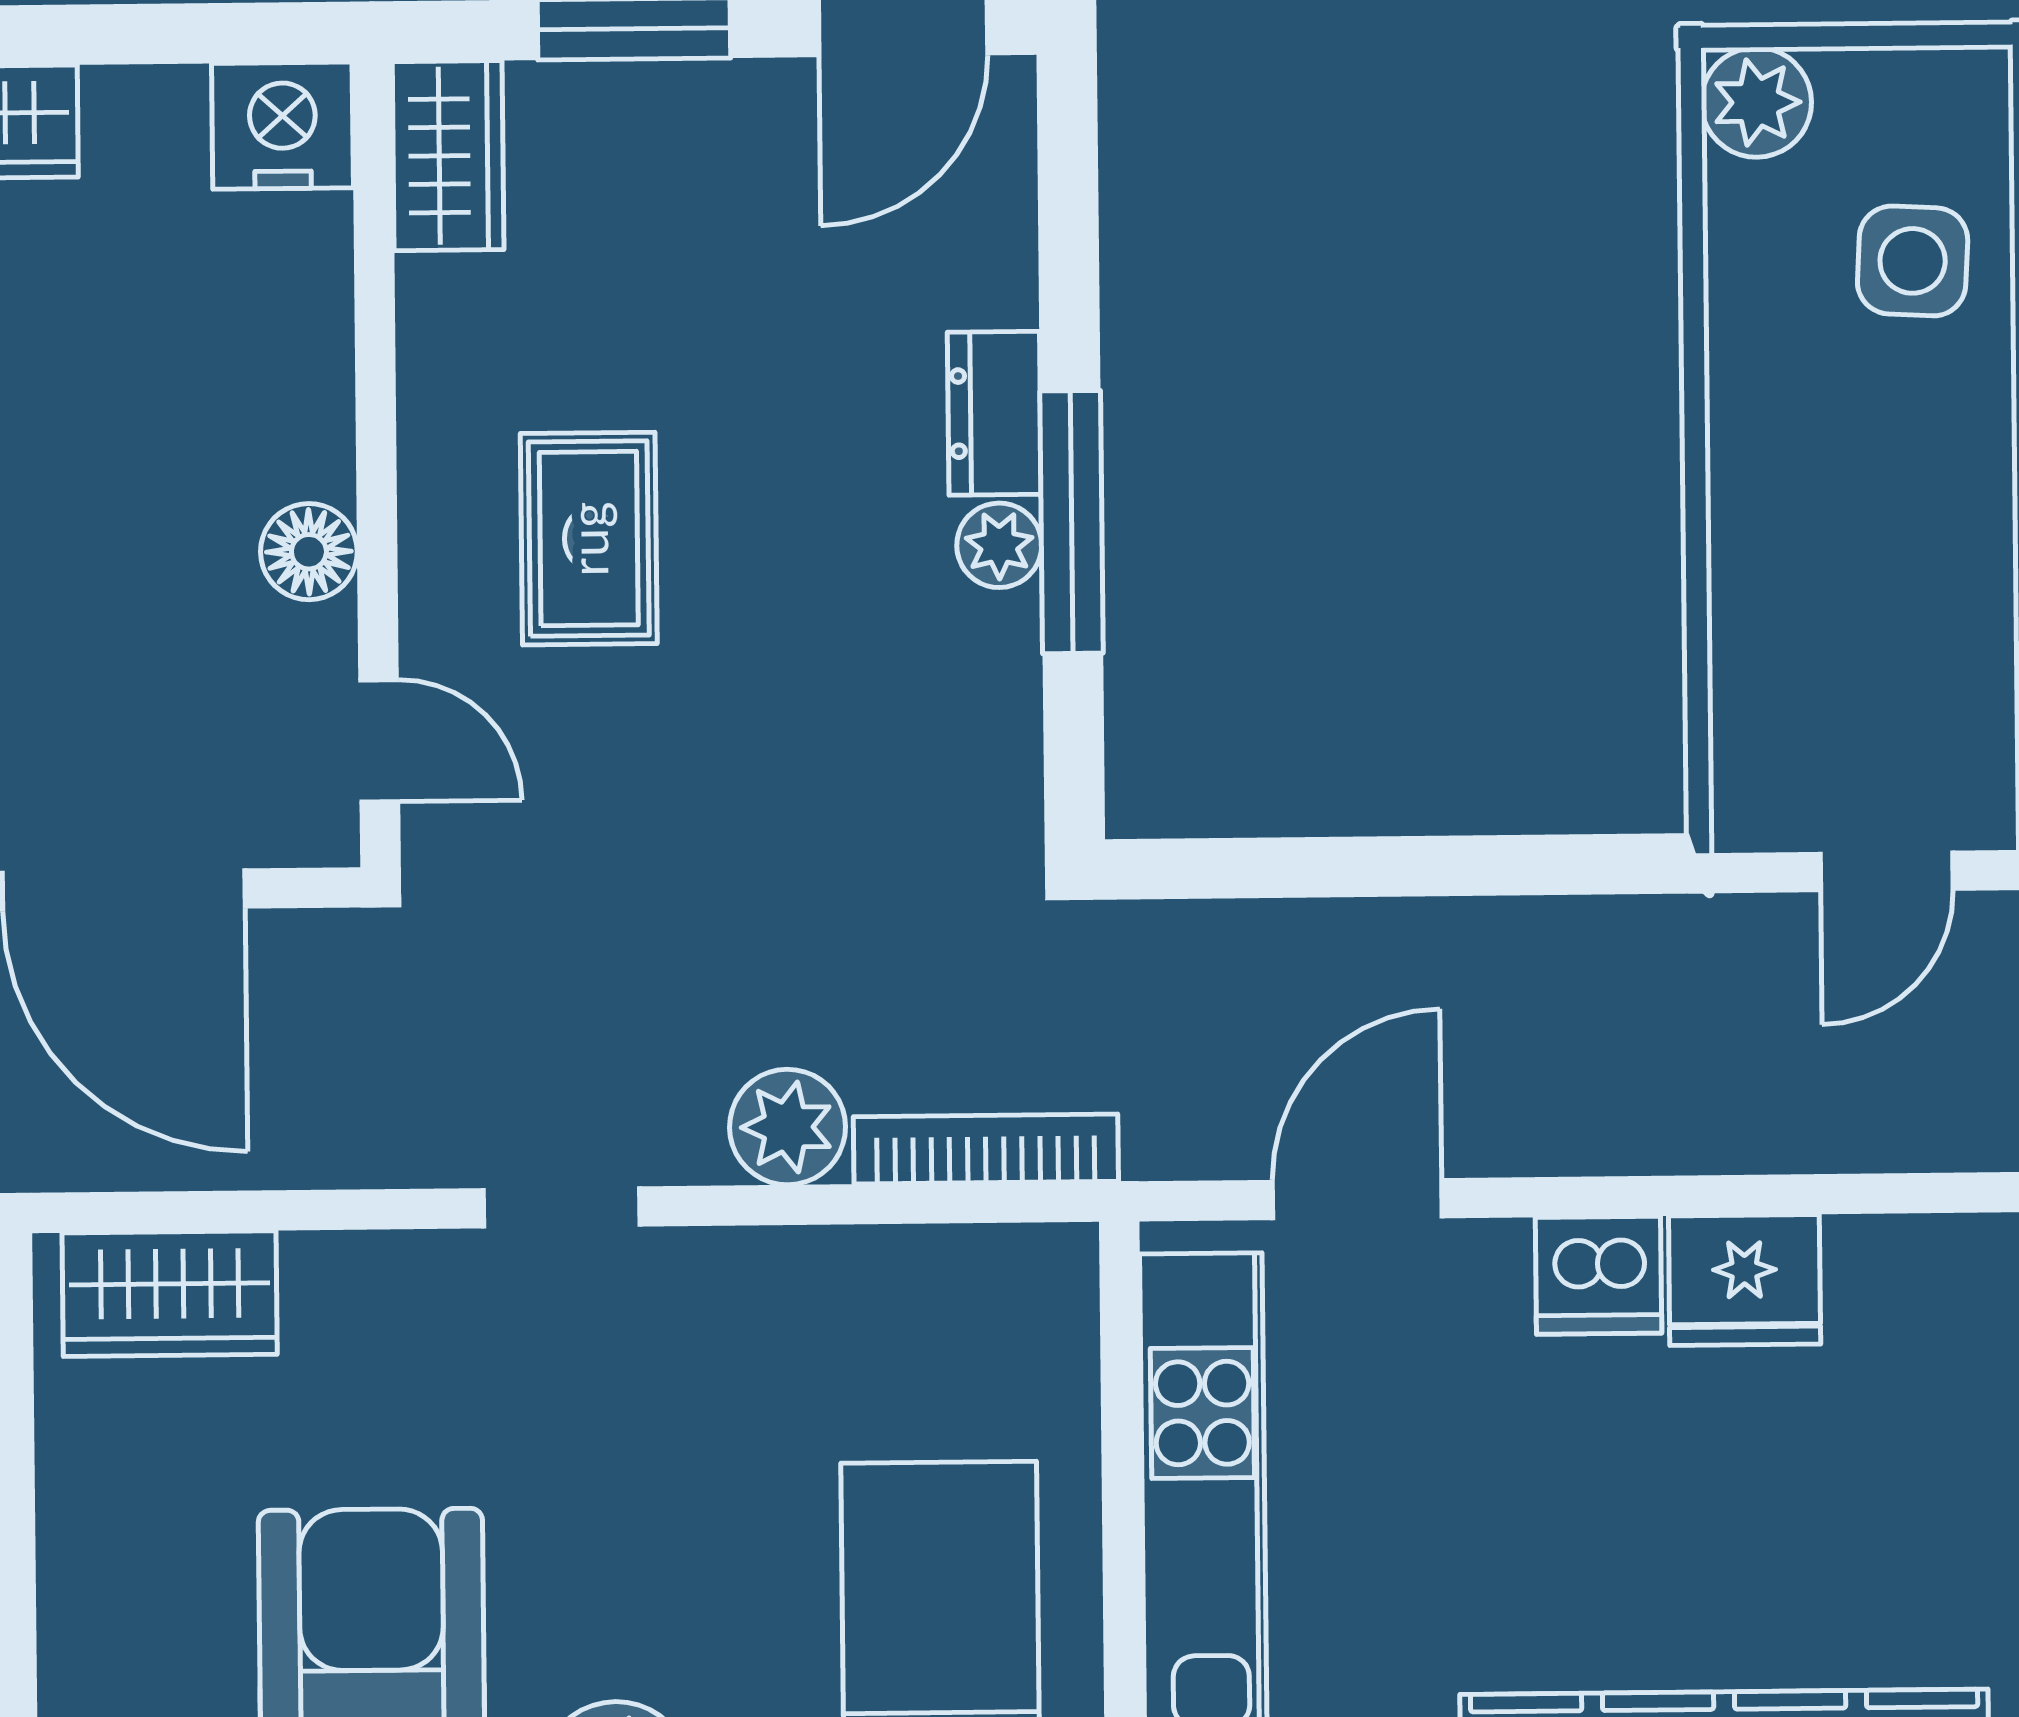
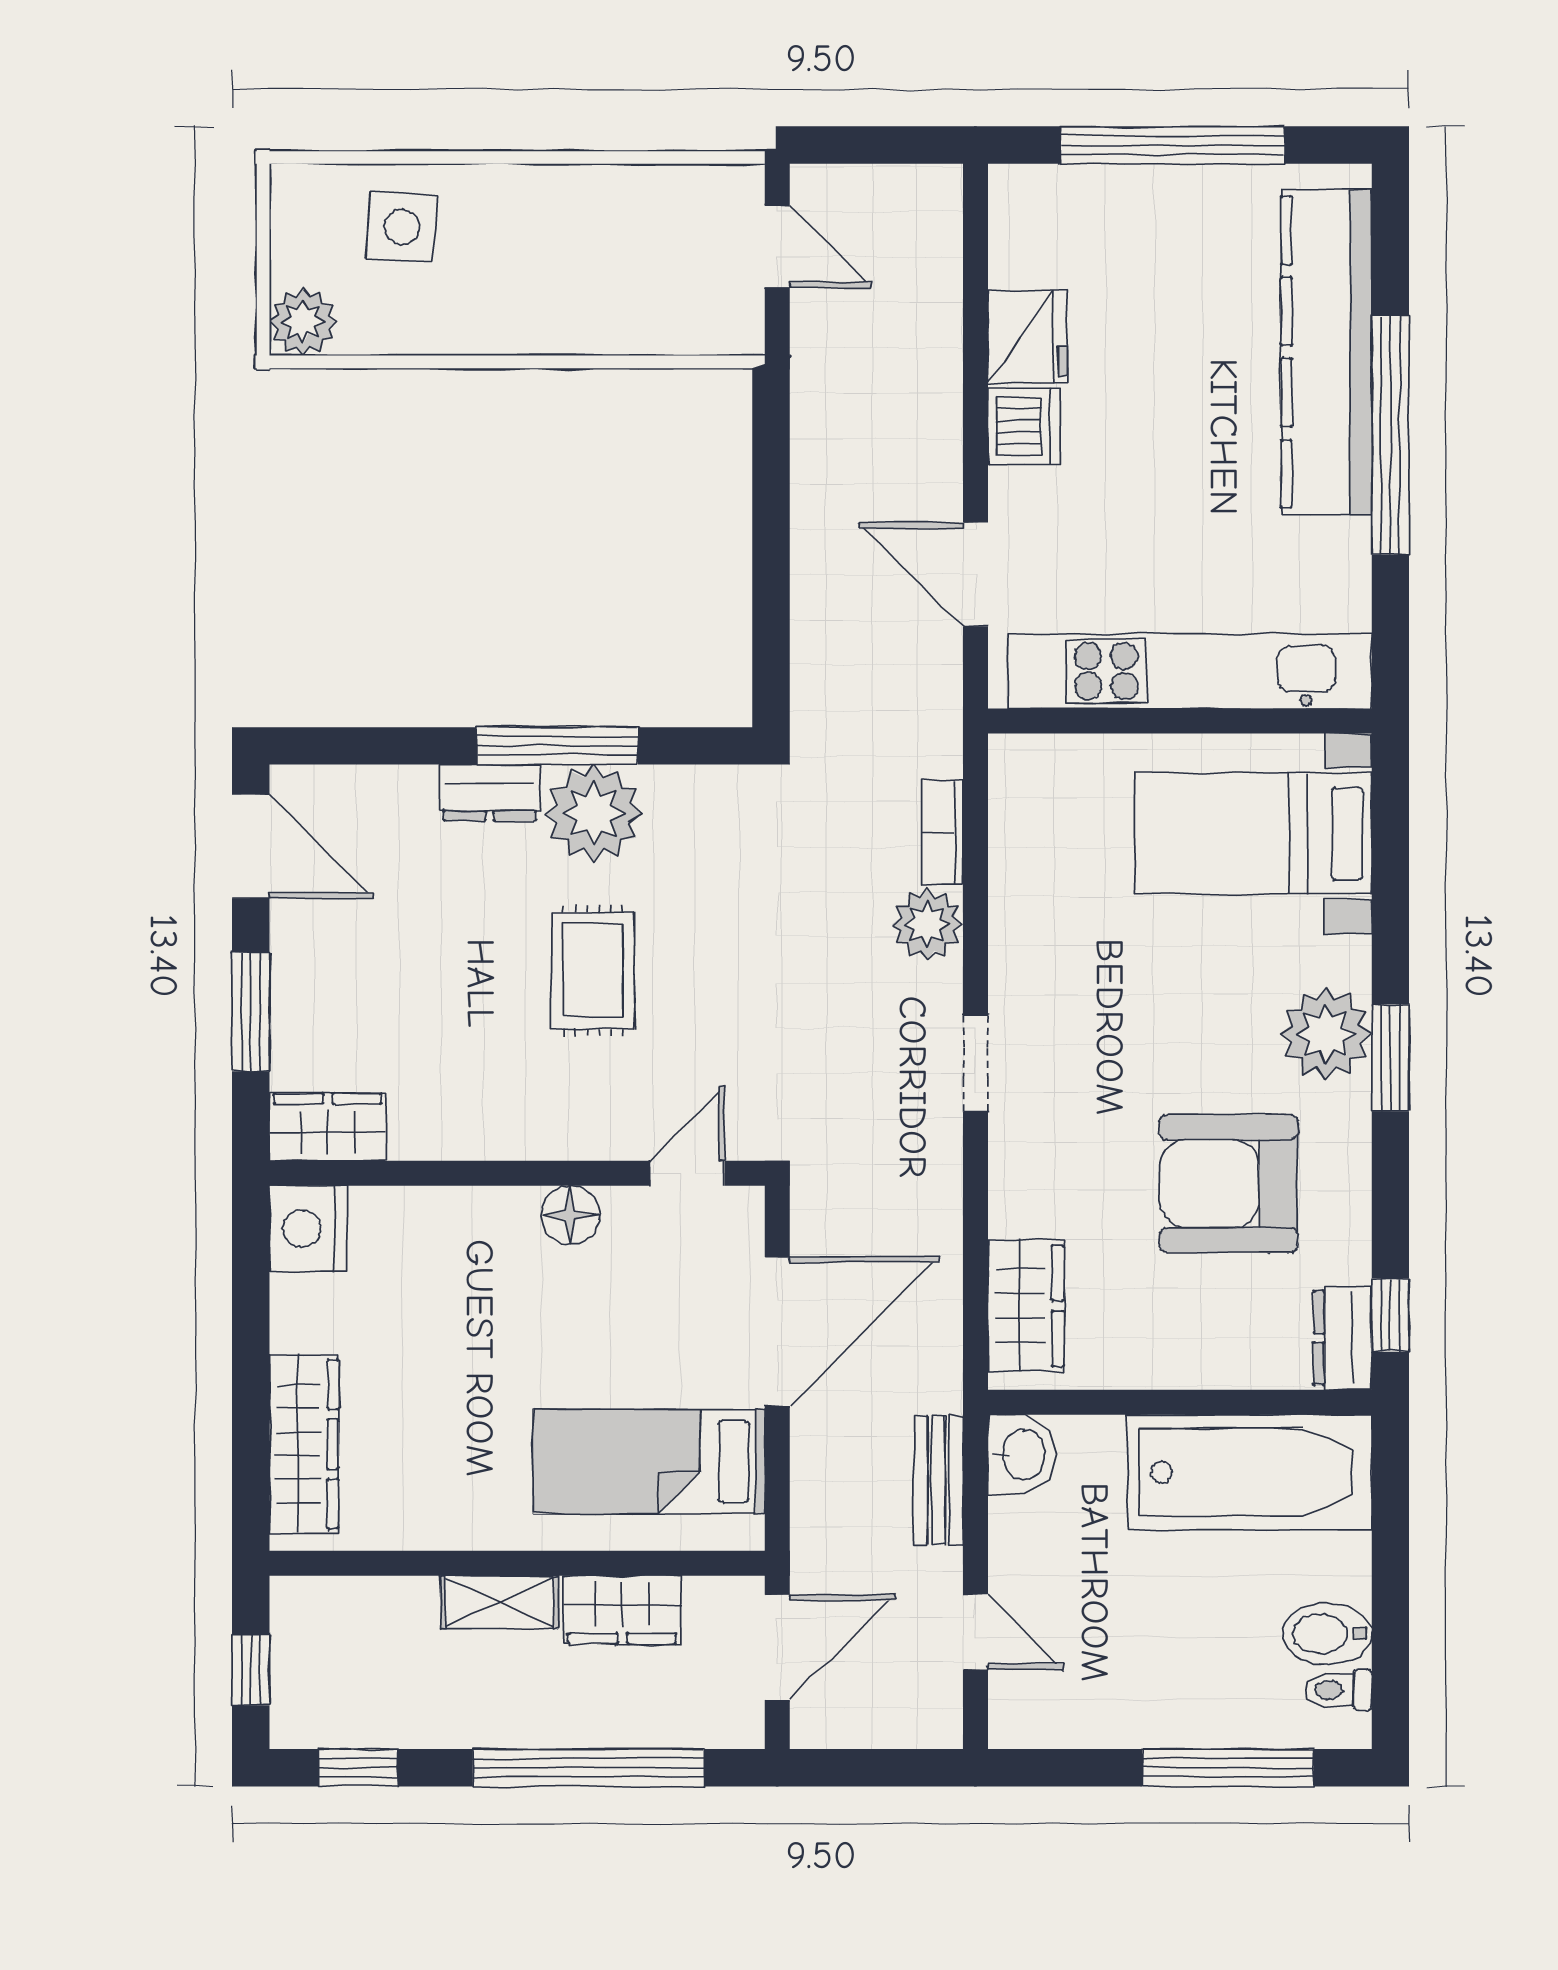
rug: (589, 539) -> (593, 971), moved, turned 90
plant: (999, 545) -> (594, 813), width x1.88, depth x1.88
bookcase: (986, 1149) -> (942, 832), width x0.64

